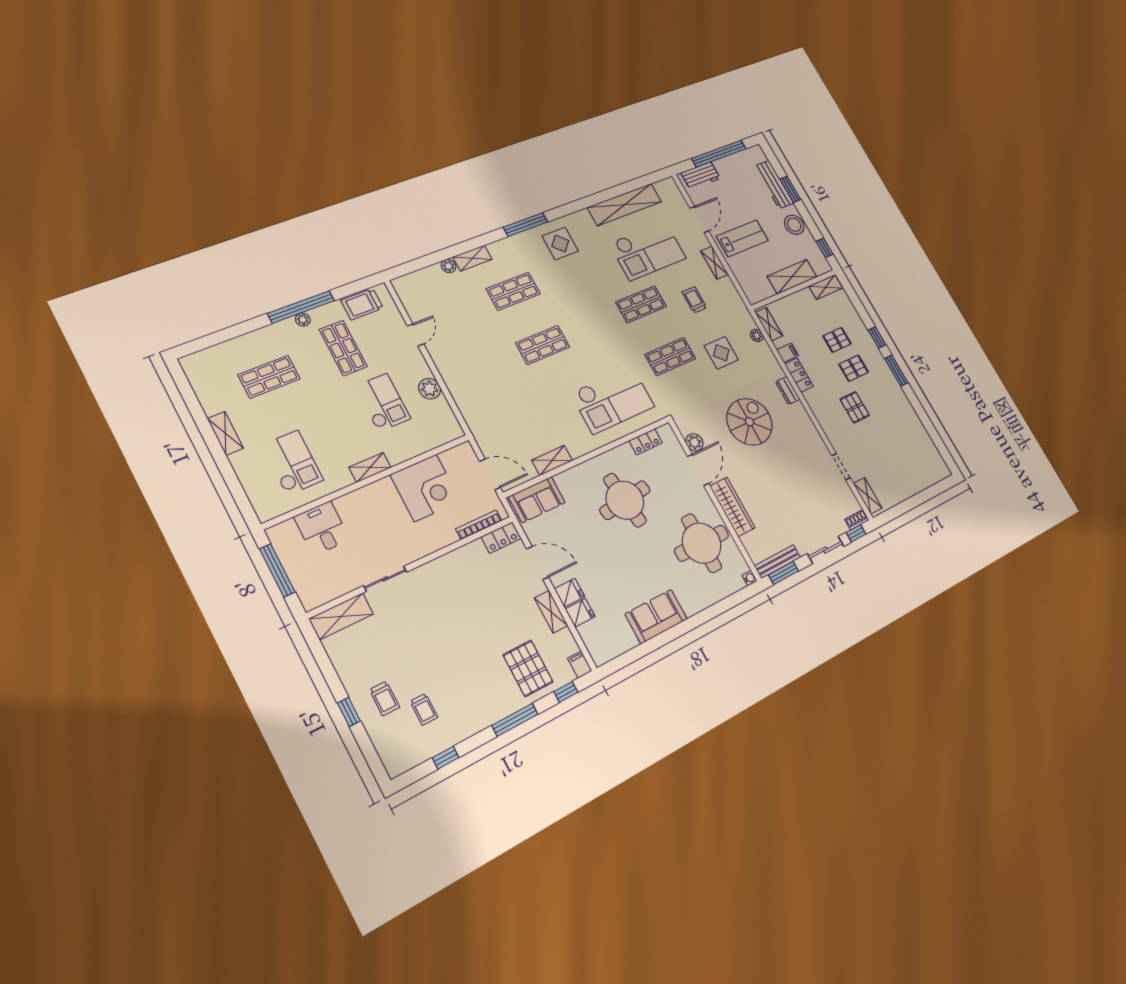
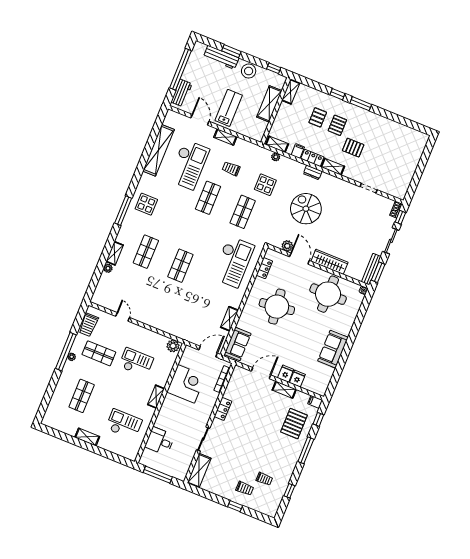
plant: (430, 389) -> (173, 346), moved
shelving: (868, 496) -> (333, 167), moved
locker: (501, 538) -> (223, 409), moved
pallet: (528, 668) -> (294, 424), turned 90

